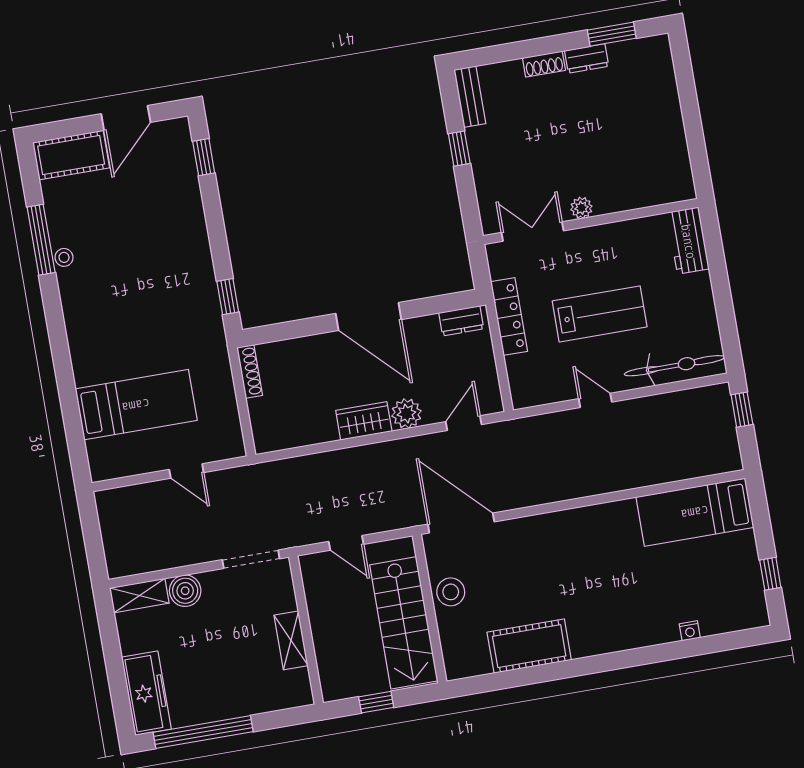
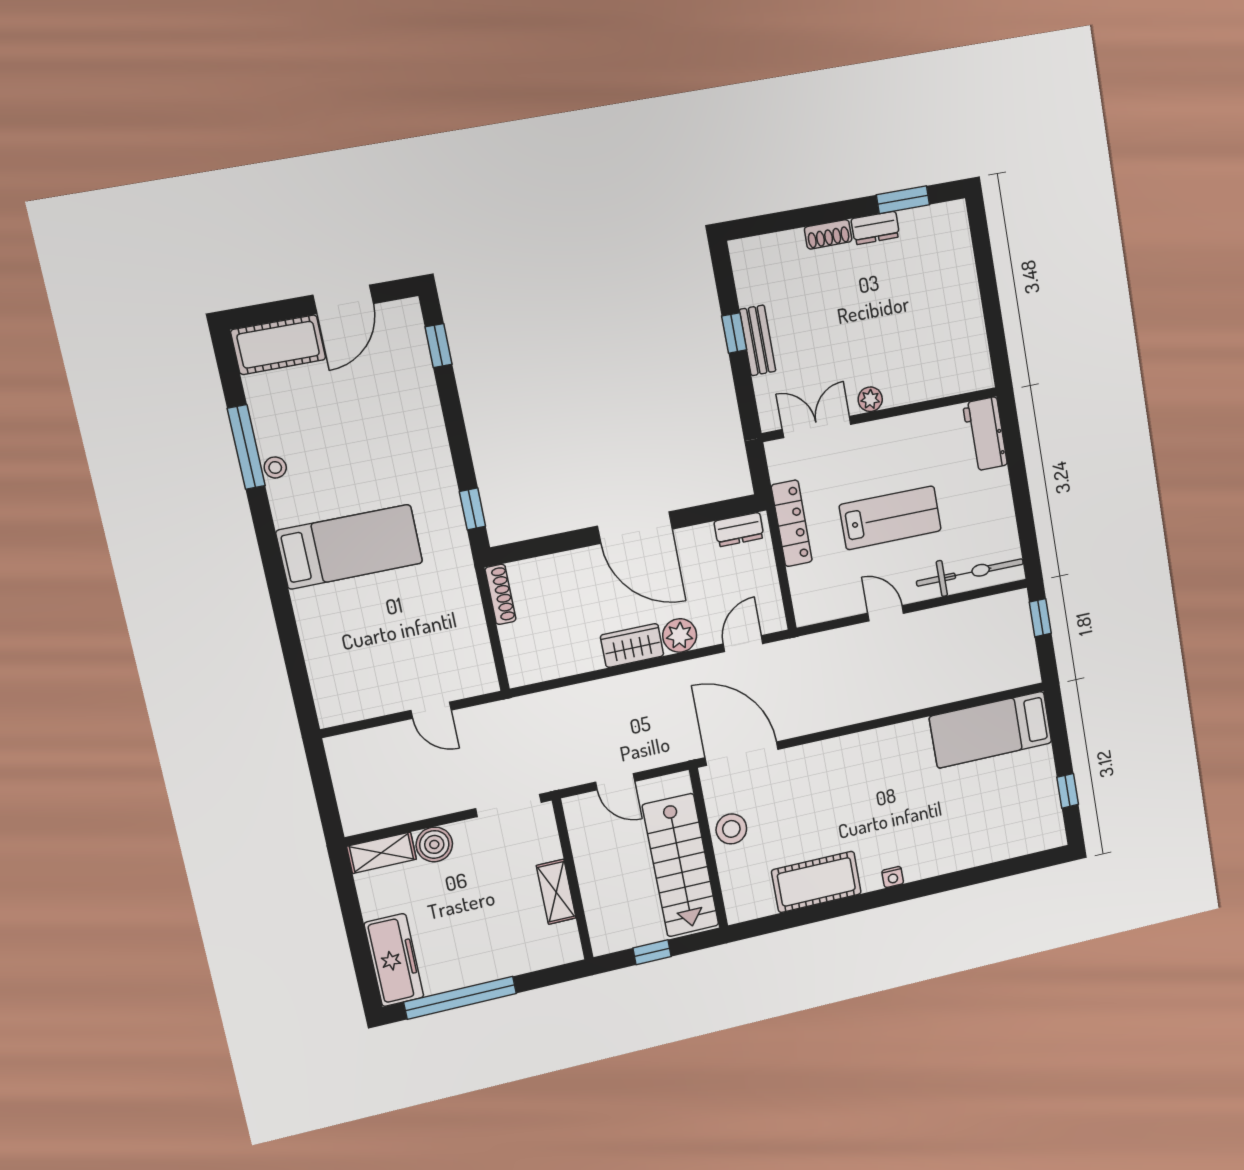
bench: (470, 97) -> (758, 340), moved
bed: (136, 405) -> (349, 547), moved
nightstand: (690, 631) -> (893, 877), moved

